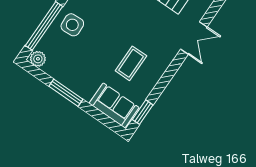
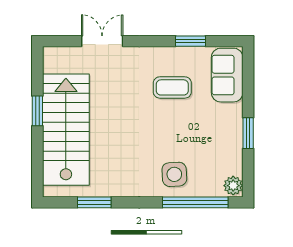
window: (66, 93) -> (248, 133), width x0.69
window: (143, 112) -> (190, 41), moved

